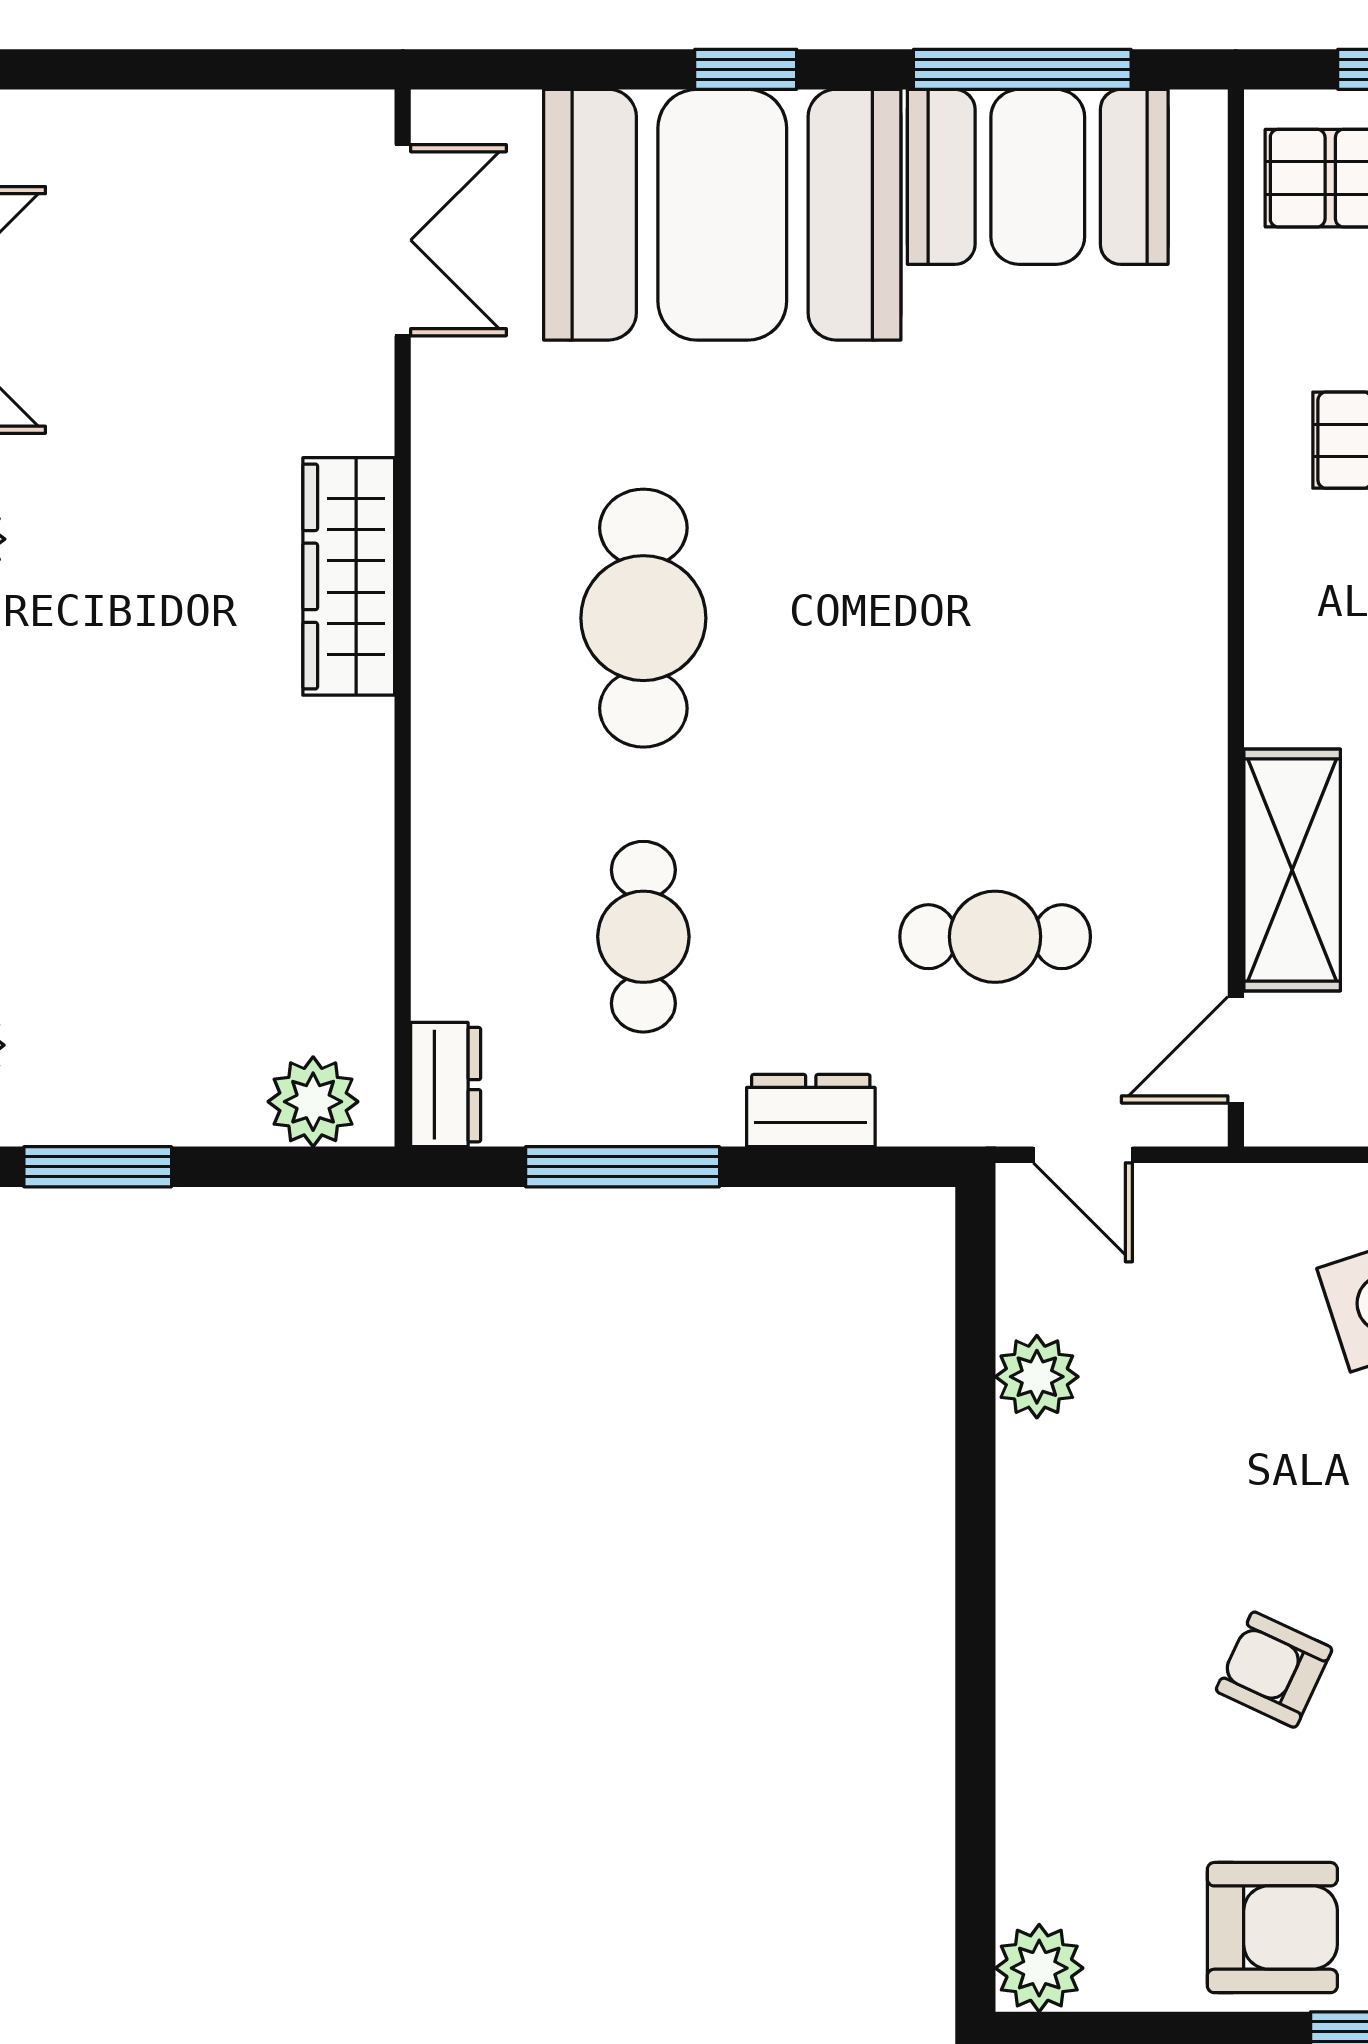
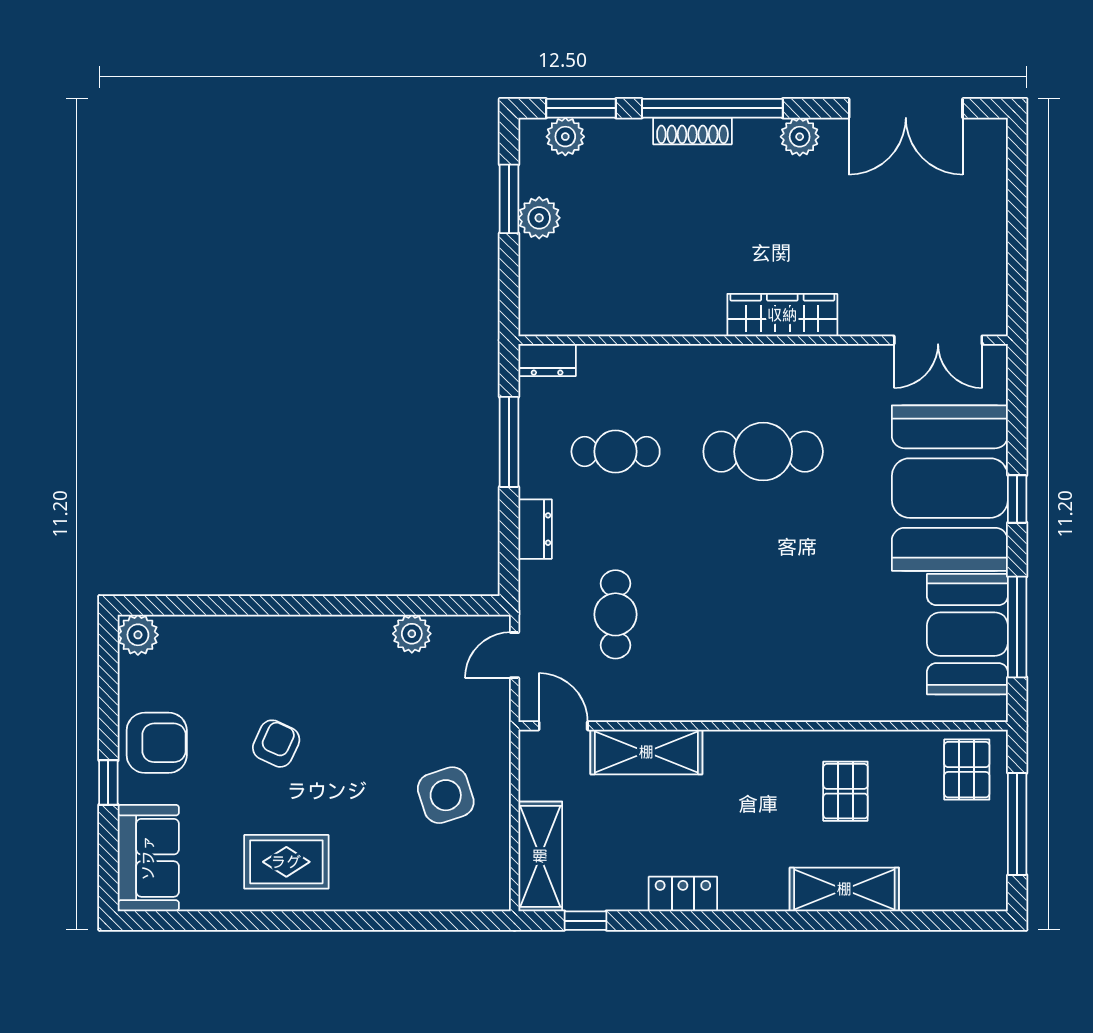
plant: (313, 1102) -> (539, 218), moved
armchair: (1272, 1928) -> (157, 743), turned -90

